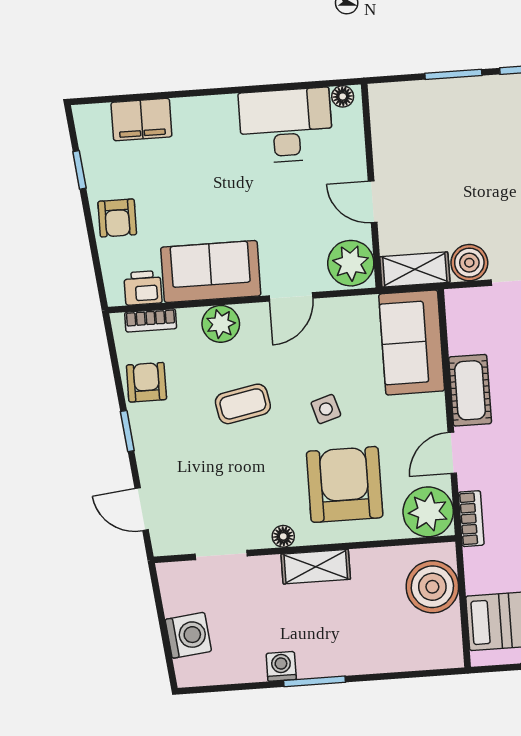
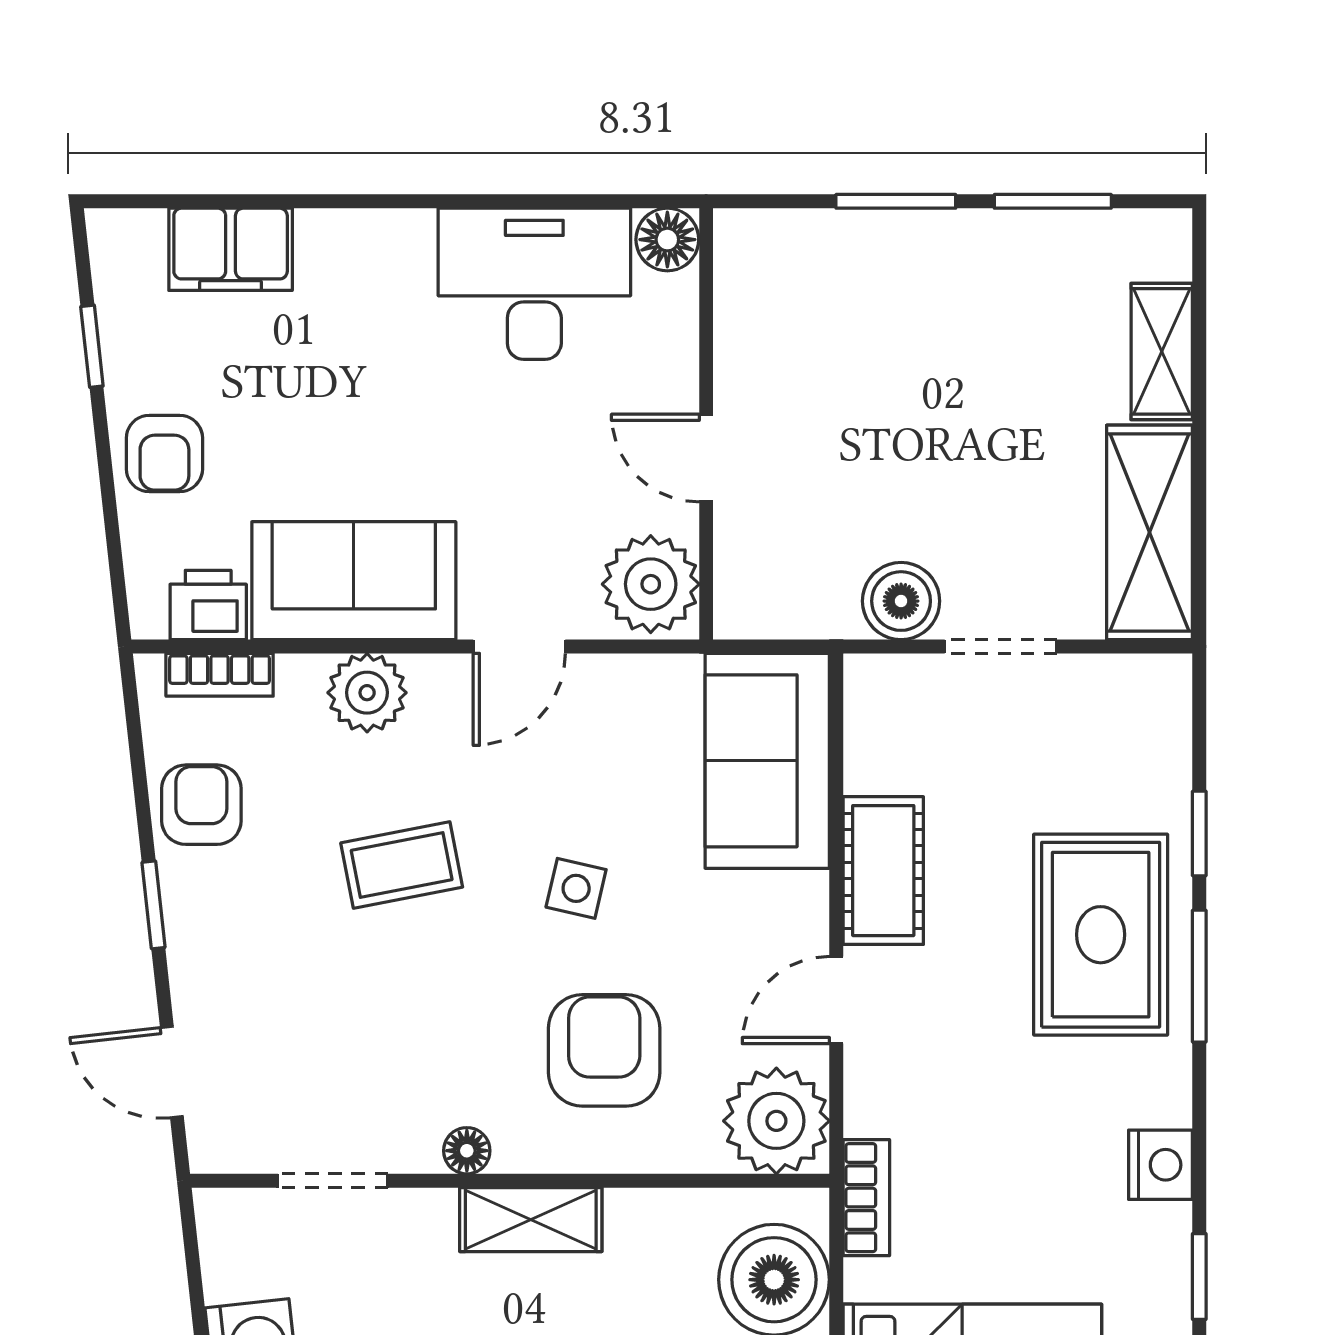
floor lamp: (343, 96) -> (667, 240), width x1.37, depth x1.37
shelving: (415, 269) -> (785, 607), removed
side table: (326, 409) -> (576, 888), turned 30
armchair: (345, 484) -> (604, 1050), width x0.73, depth x0.73
bookcase: (471, 519) -> (866, 1198), moved

